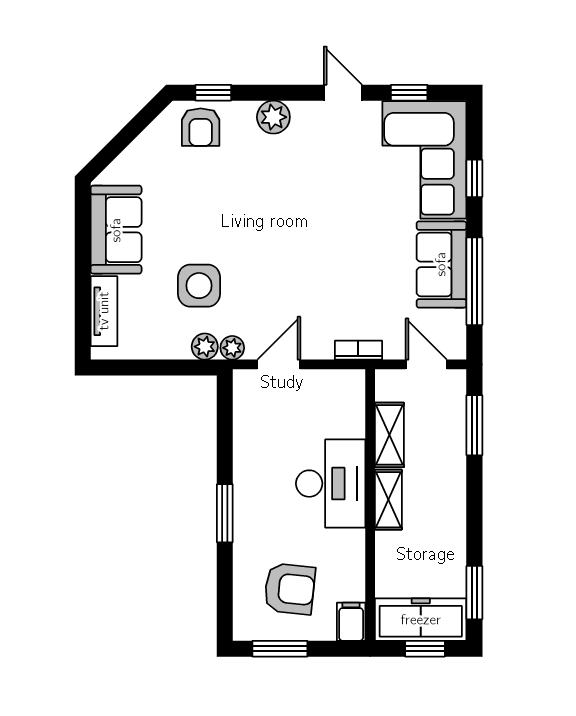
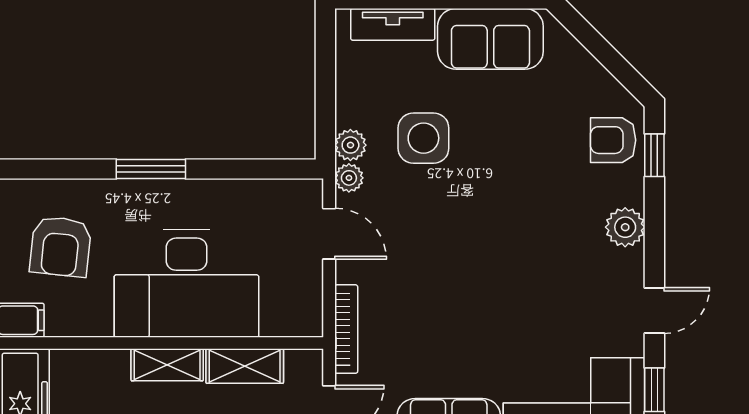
bookcase: (358, 350) -> (346, 329), width x1.56
desk: (331, 484) -> (186, 283), width x1.36, depth x1.30

